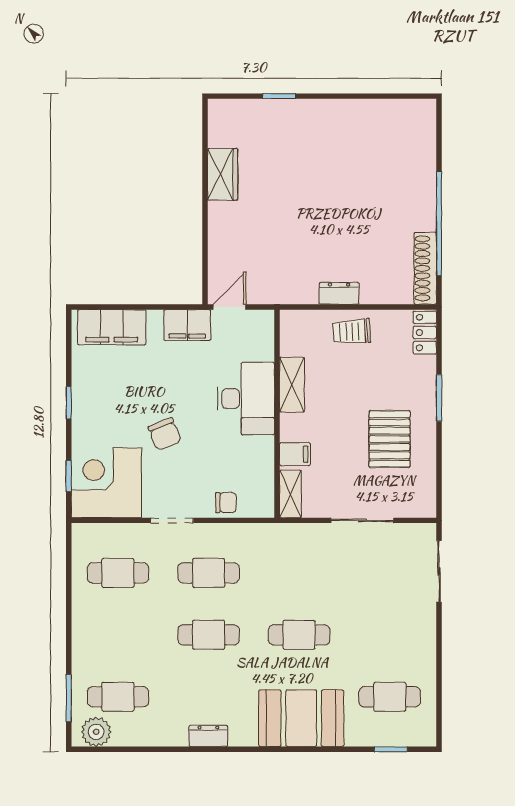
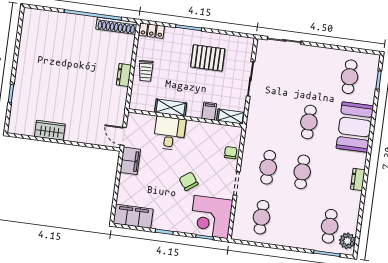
filing cabinet: (112, 327) -> (133, 216), moved, turned -90
desk: (246, 399) -> (169, 133), width x0.73
chair: (165, 434) -> (189, 181), turned -104

